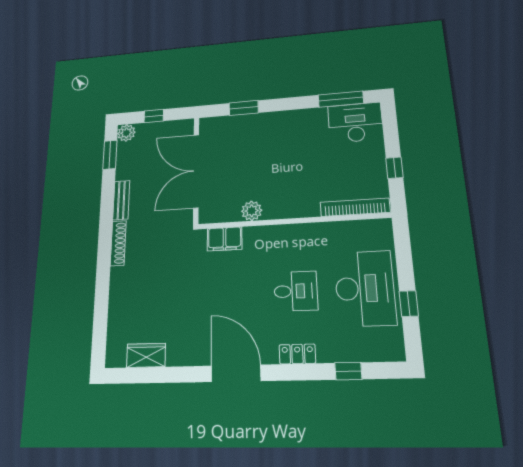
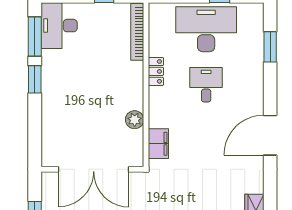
window: (244, 108) -> (35, 79), moved
locker: (297, 354) -> (156, 71), moved, turned 180
window: (348, 371) -> (270, 47), width x1.50

